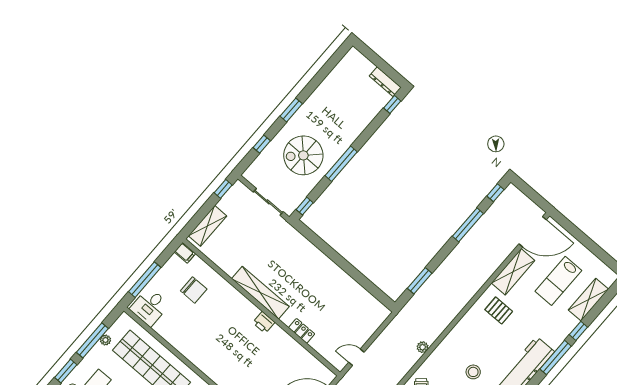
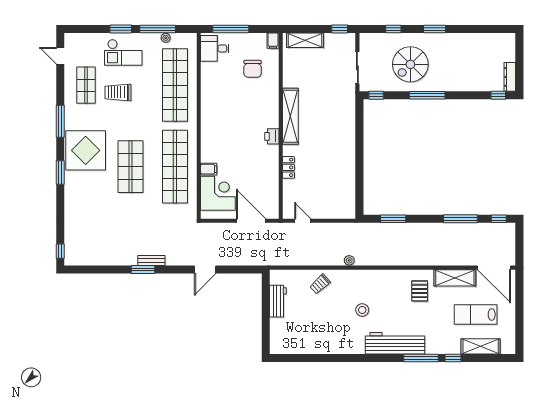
spiral stairs: (303, 155) -> (410, 64), turned -90

